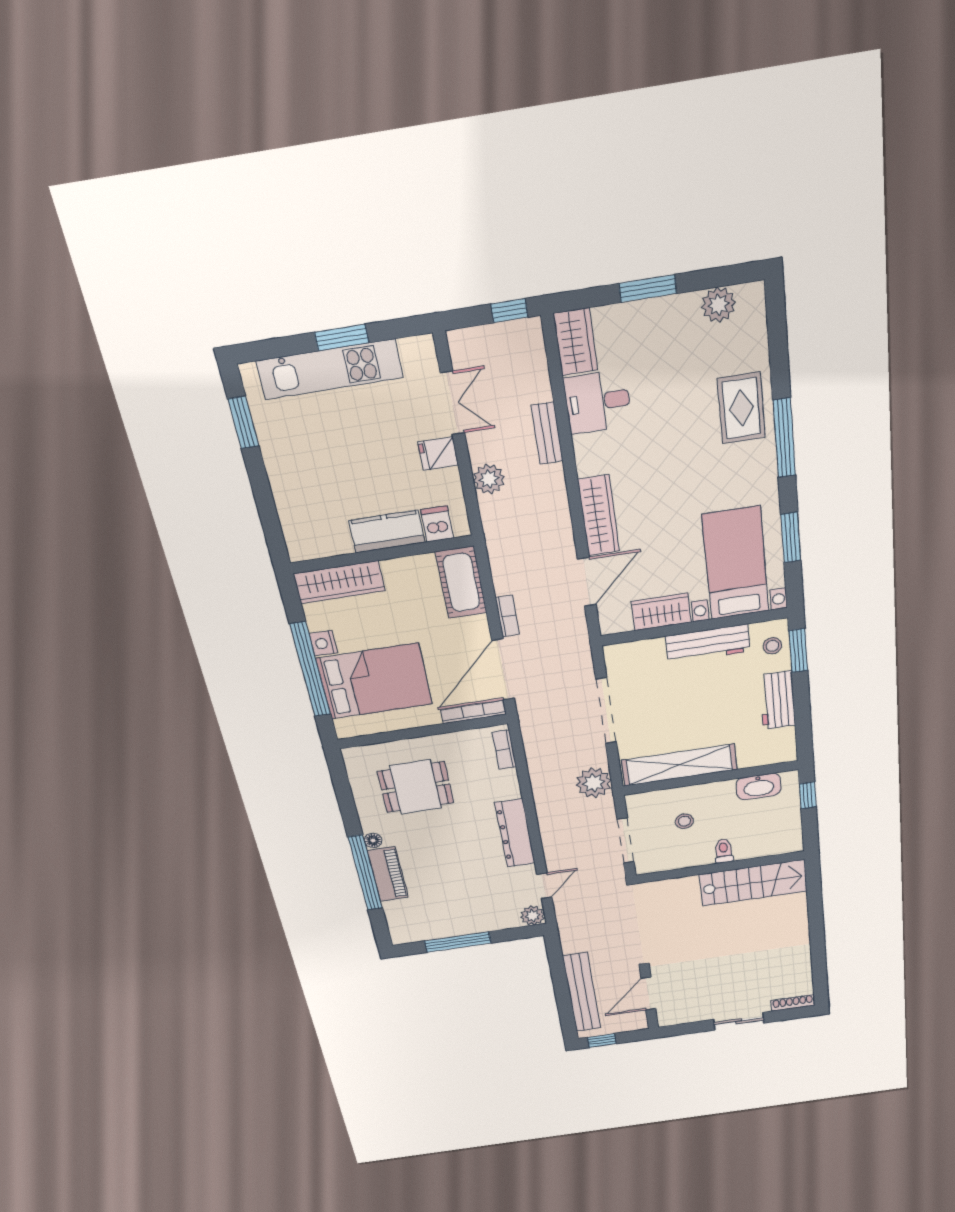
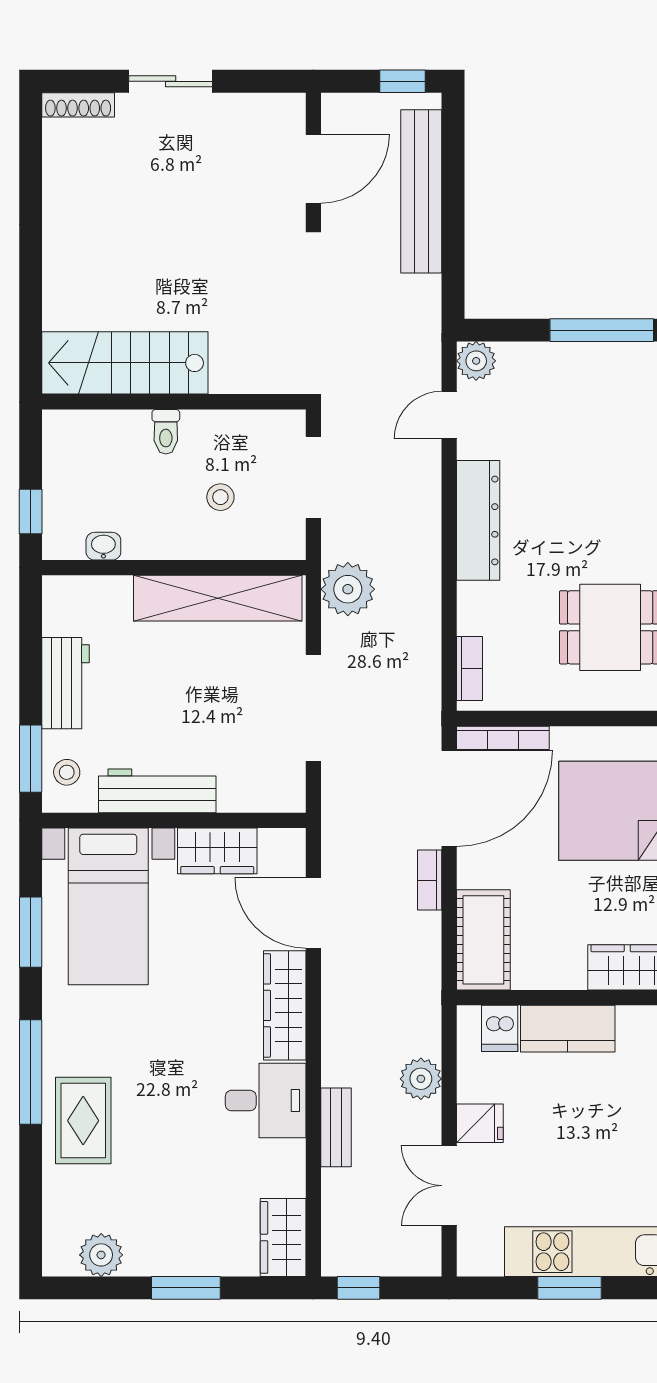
desk: (598, 402) -> (266, 1101), moved
door: (587, 582) -> (313, 913), hinge flipped
washbasin: (759, 787) -> (103, 546), width x0.52, depth x0.69

